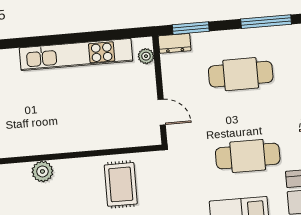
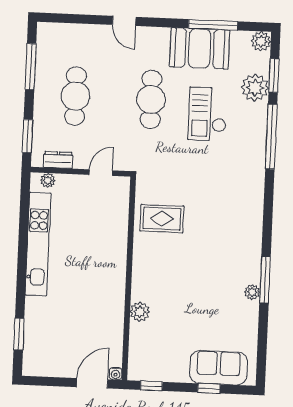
dresser: (175, 43) -> (58, 160), moved, turned -90
plant: (42, 171) -> (140, 312), moved

